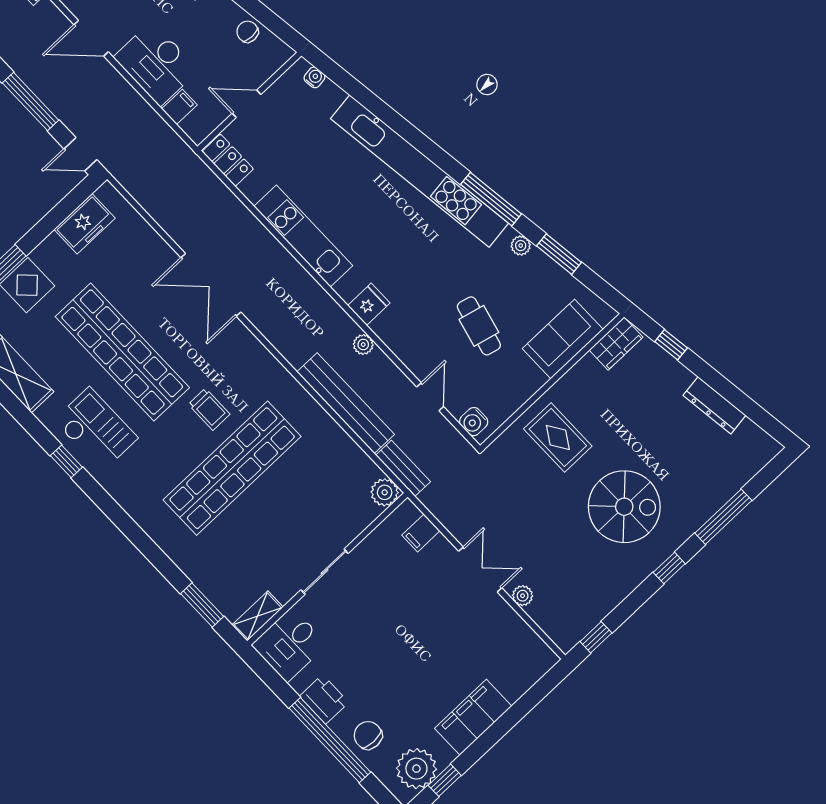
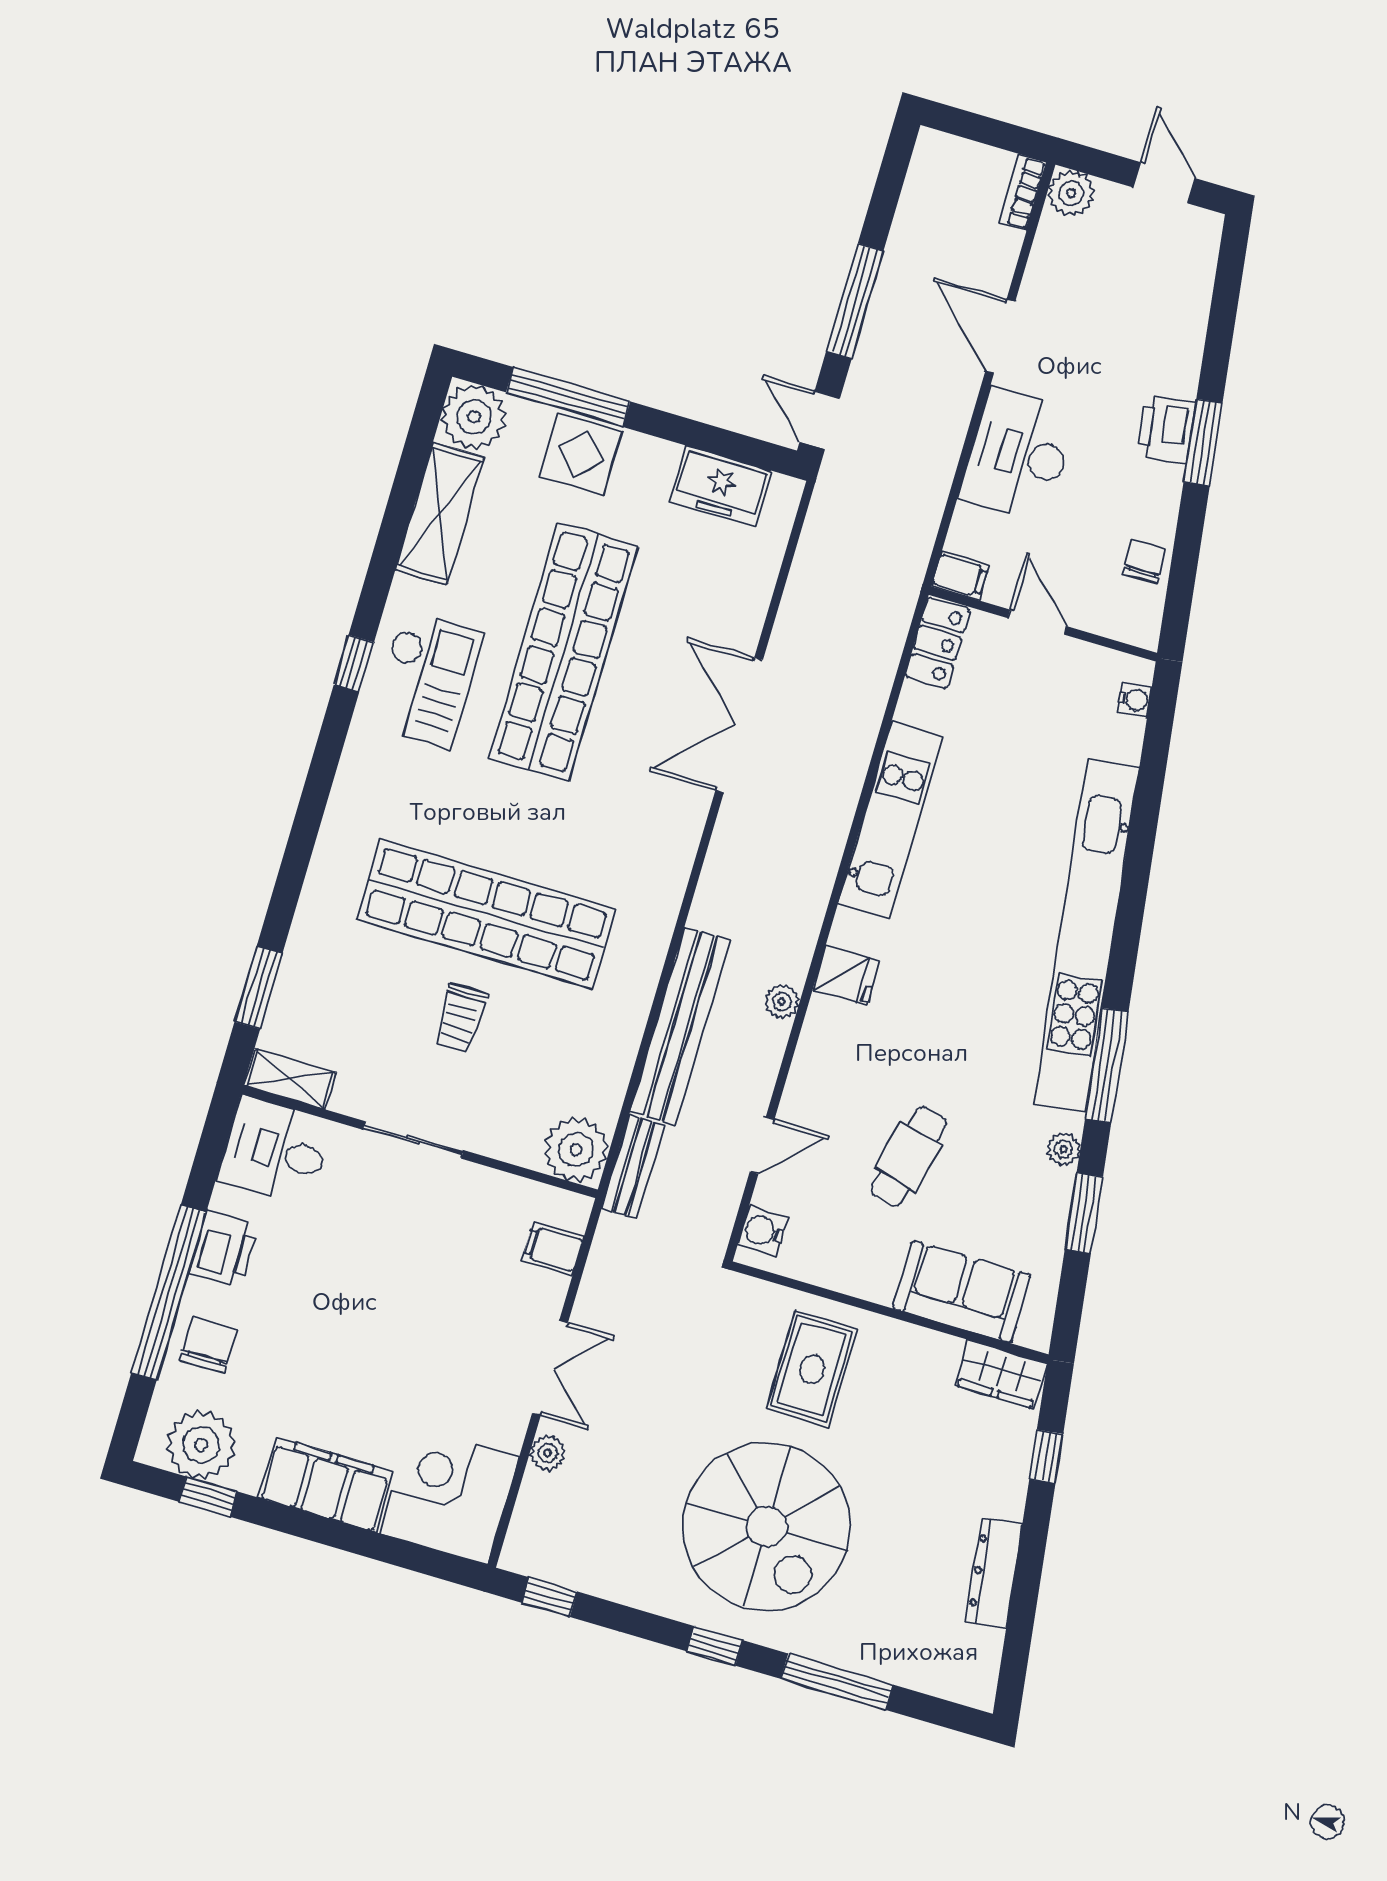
filing cabinet: (179, 107) -> (960, 576), moved
trolley: (209, 409) -> (460, 1018), moved
plant: (385, 492) -> (576, 1150), width x1.36, depth x1.36
spiral stairs: (624, 507) -> (767, 1527), width x1.37, depth x1.37
corner desk: (515, 658) -> (449, 1495), added

